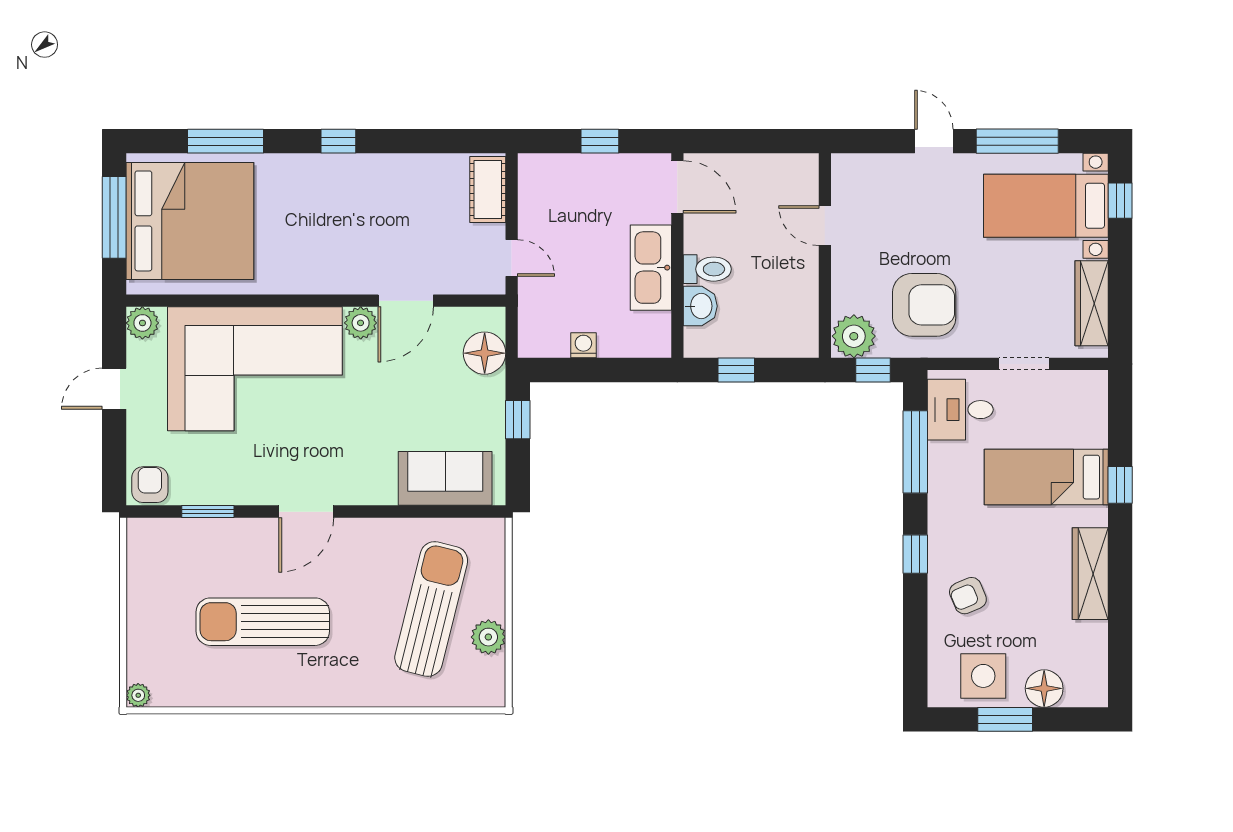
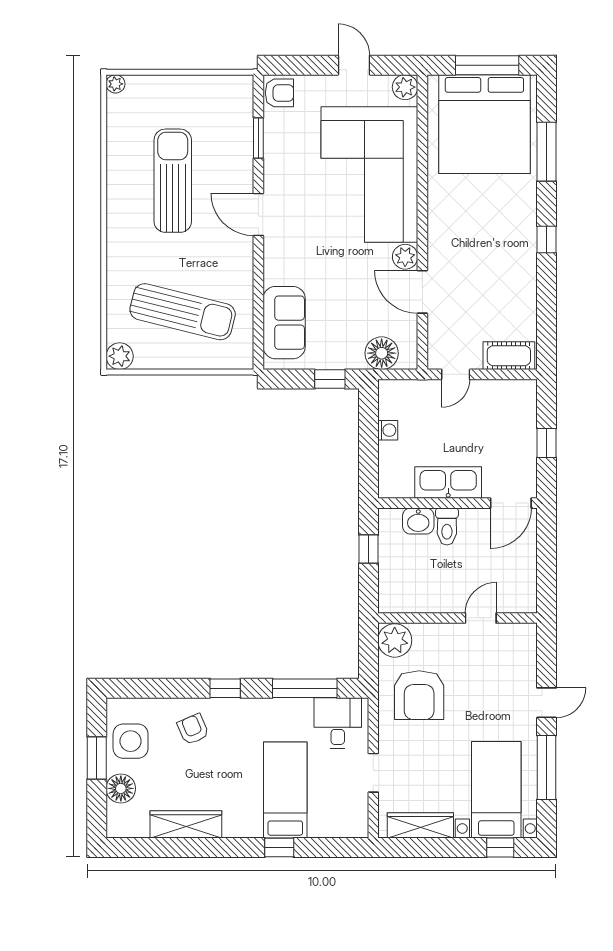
window: (873, 370) -> (369, 655), removed
wardrobe: (1090, 574) -> (186, 824), moved
plant: (488, 637) -> (120, 356), moved

